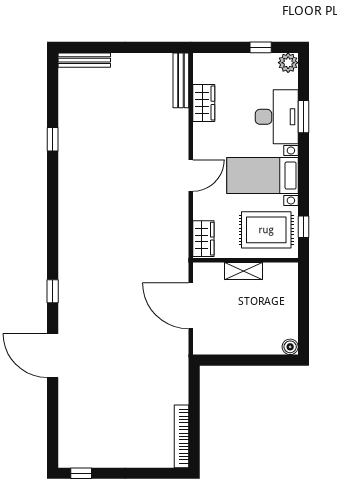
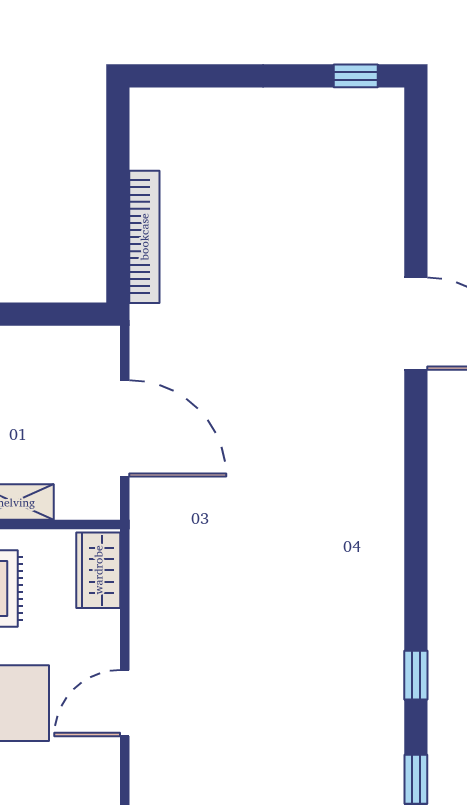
window: (53, 291) -> (416, 675), moved
bookcase: (181, 436) -> (144, 237), moved

